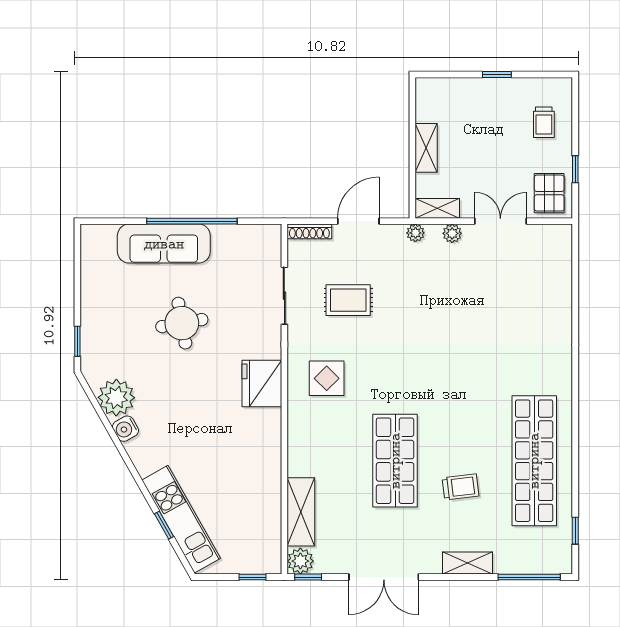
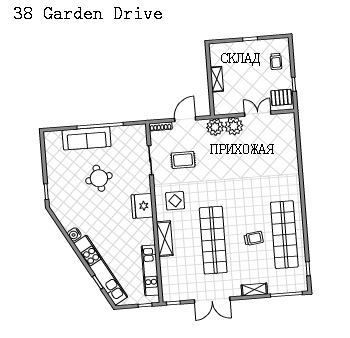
pallet: (549, 193) -> (281, 97), turned 90
shelving: (437, 208) -> (225, 110), removed
plant: (415, 233) -> (215, 127), width x1.88, depth x1.88
plant: (452, 233) -> (234, 126), width x1.88, depth x1.88
plant: (116, 398) -> (68, 219), removed
shop shelf: (395, 461) -> (213, 240), width x1.40
trolley: (461, 487) -> (254, 238), moved
kitchen unit: (268, 510) -> (150, 270), added
shelving: (301, 512) -> (165, 239), moved
kitchen unit: (181, 519) -> (101, 270), width x1.36
plant: (300, 561) -> (169, 295), removed

